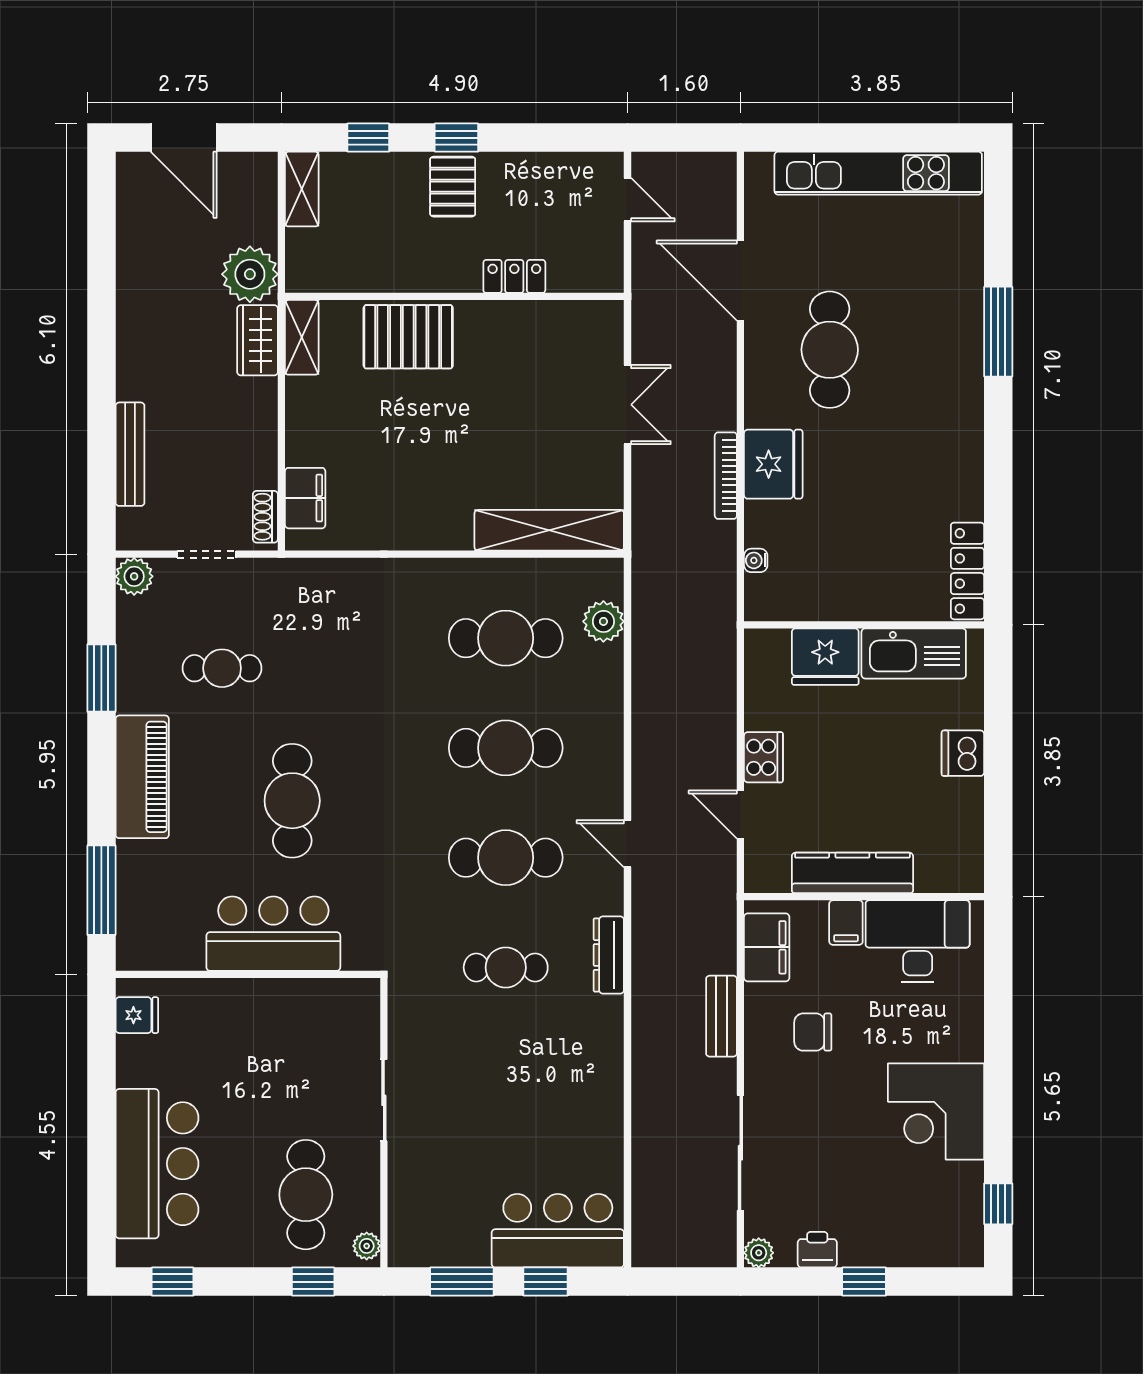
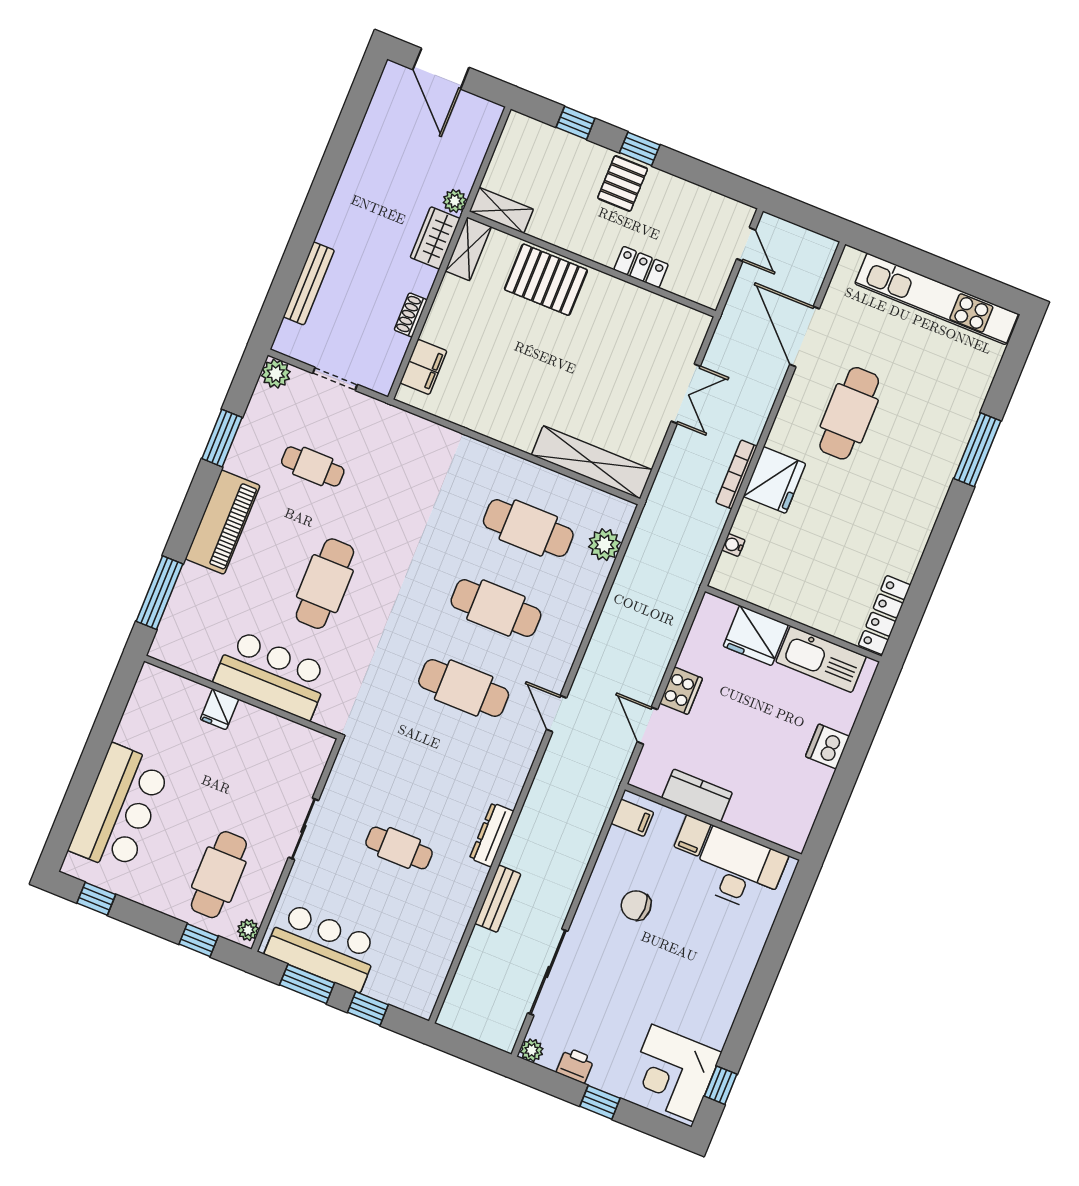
shelving: (302, 189) -> (501, 210), moved, turned 90
plant: (250, 274) -> (455, 201), width x0.53, depth x0.53
shoe rack: (265, 517) -> (411, 315), moved
kitchen counter: (852, 873) -> (697, 795), width x0.67
filing cabinet: (767, 947) -> (632, 818), width x0.50
dresser: (609, 955) -> (492, 835), moved
cafe table: (506, 967) -> (399, 848), moved
fridge: (137, 1015) -> (219, 709), moved, turned 90
bench: (721, 1016) -> (498, 899), moved
corner desk: (936, 1111) -> (673, 1073), moved
bar counter: (558, 1231) -> (323, 947), moved

